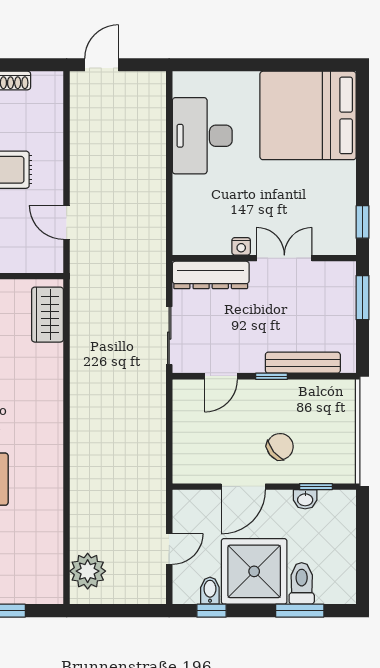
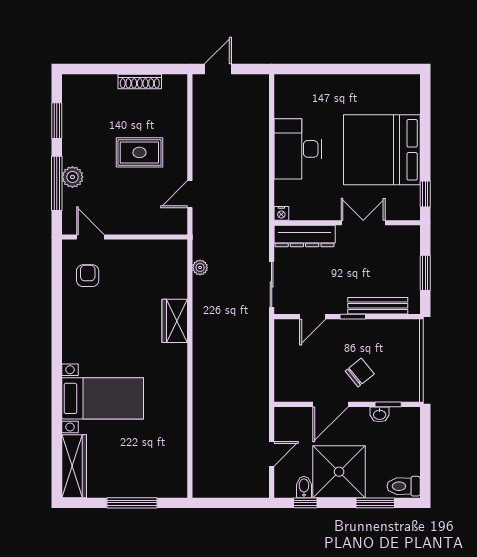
bed: (308, 115) -> (382, 150), moved
desk: (202, 136) -> (298, 149), moved
door: (67, 222) -> (190, 194), hinge flipped
nightstand: (241, 246) -> (281, 213), moved
window: (363, 298) -> (425, 273), moved
wardrobe: (48, 315) -> (175, 321), moved
plant: (88, 571) -> (200, 268), moved, width x0.53, depth x0.53
toilet: (302, 583) -> (404, 486), moved, turned -90

